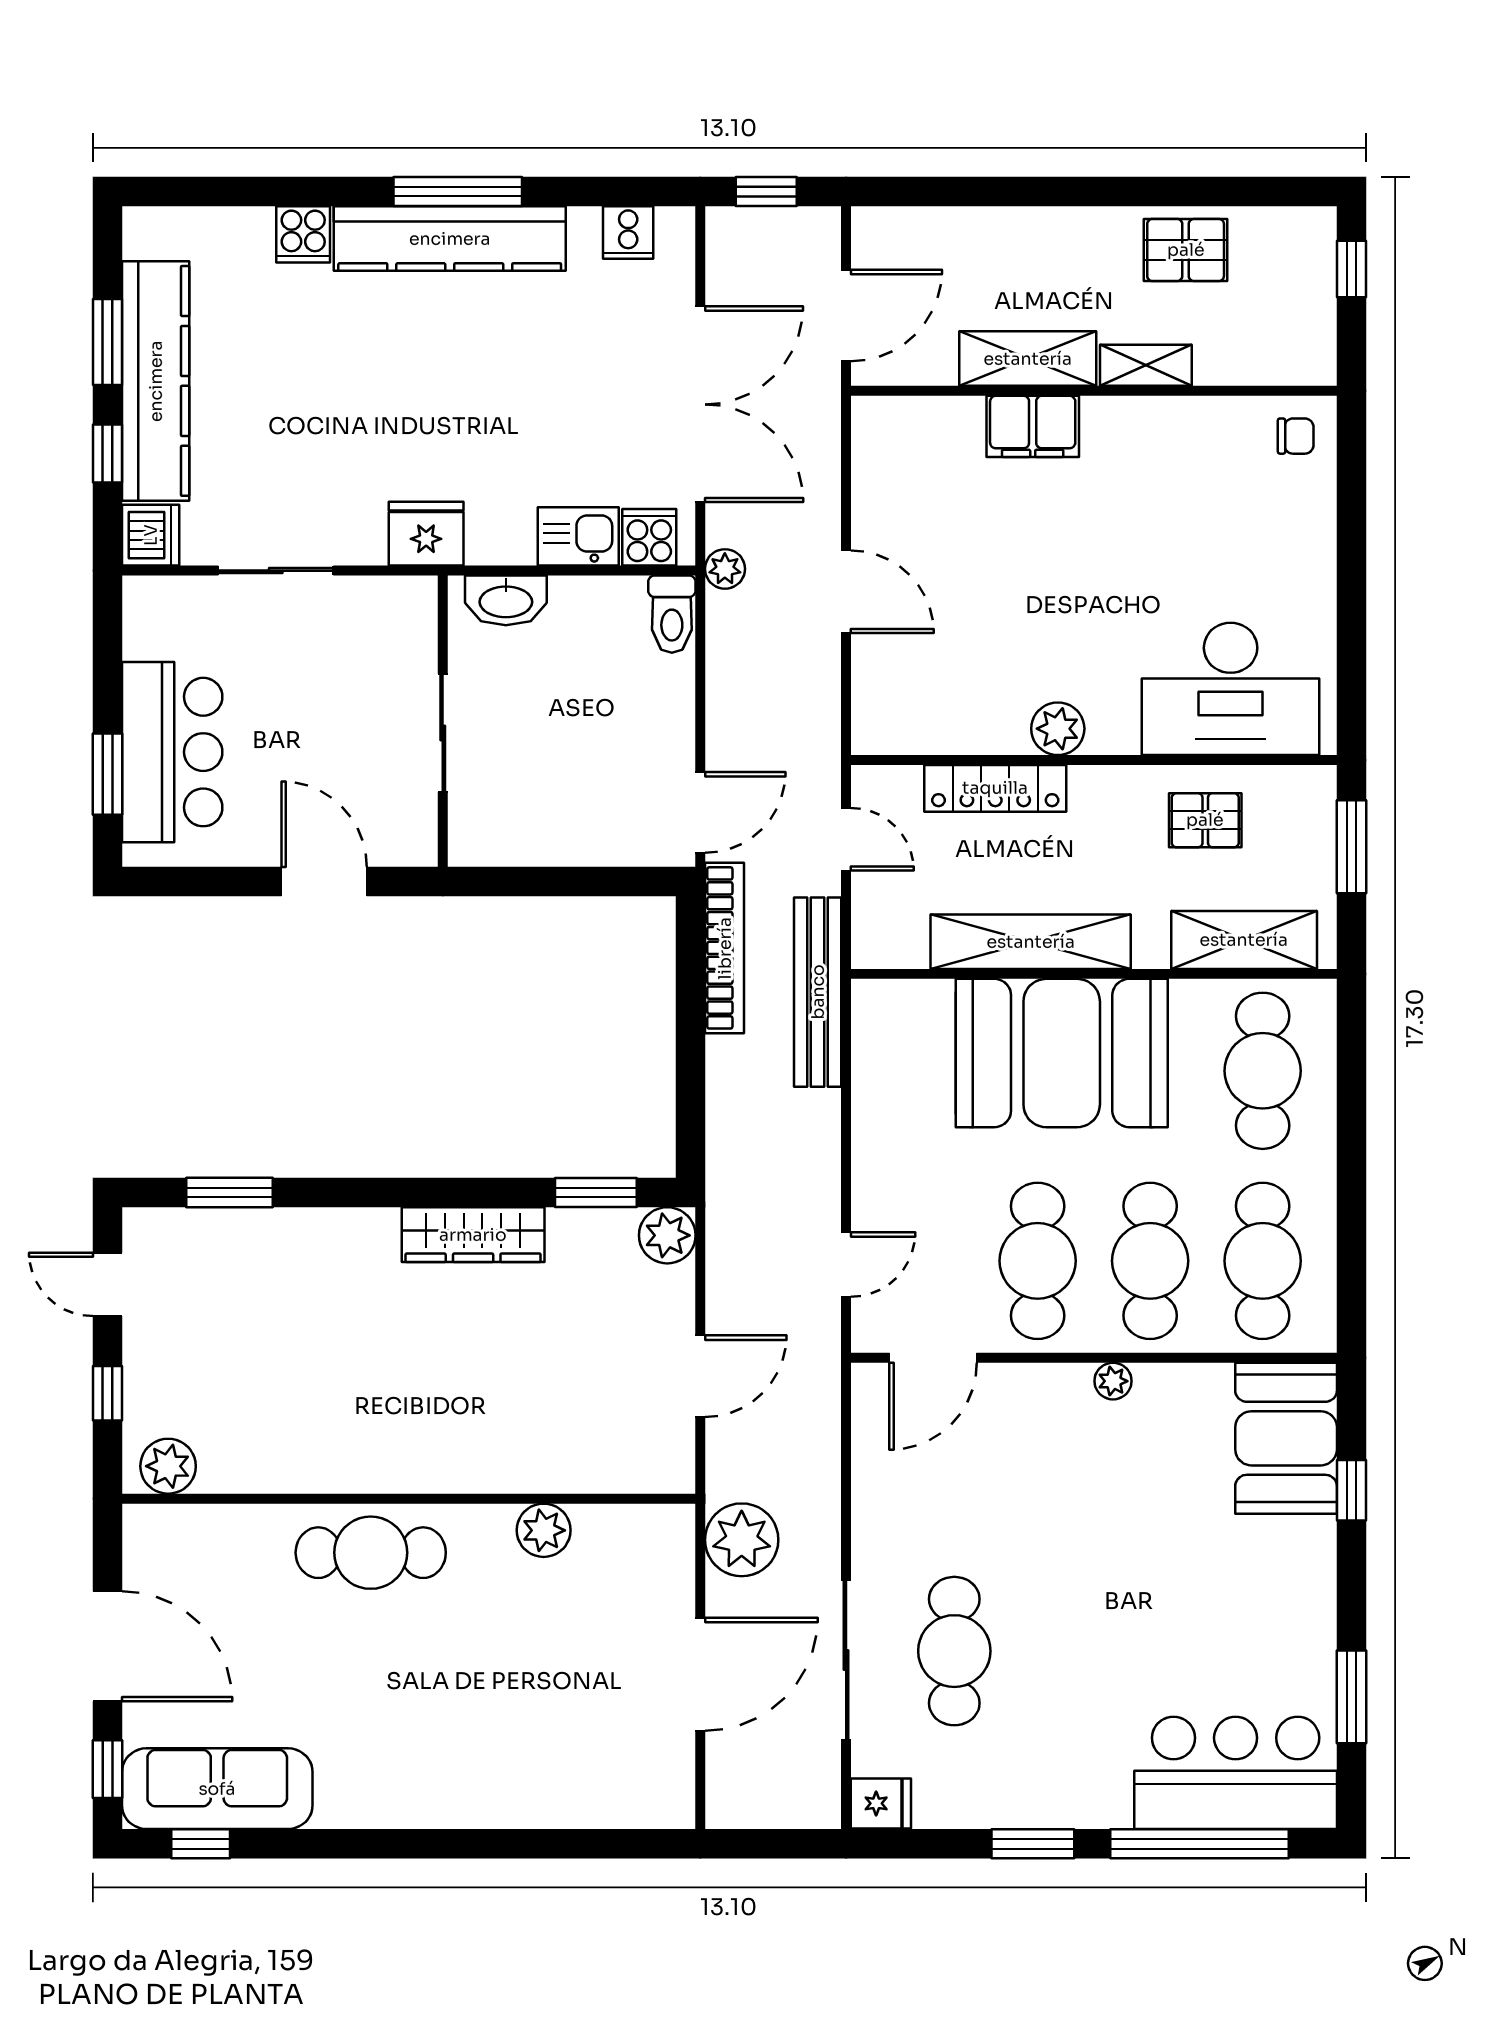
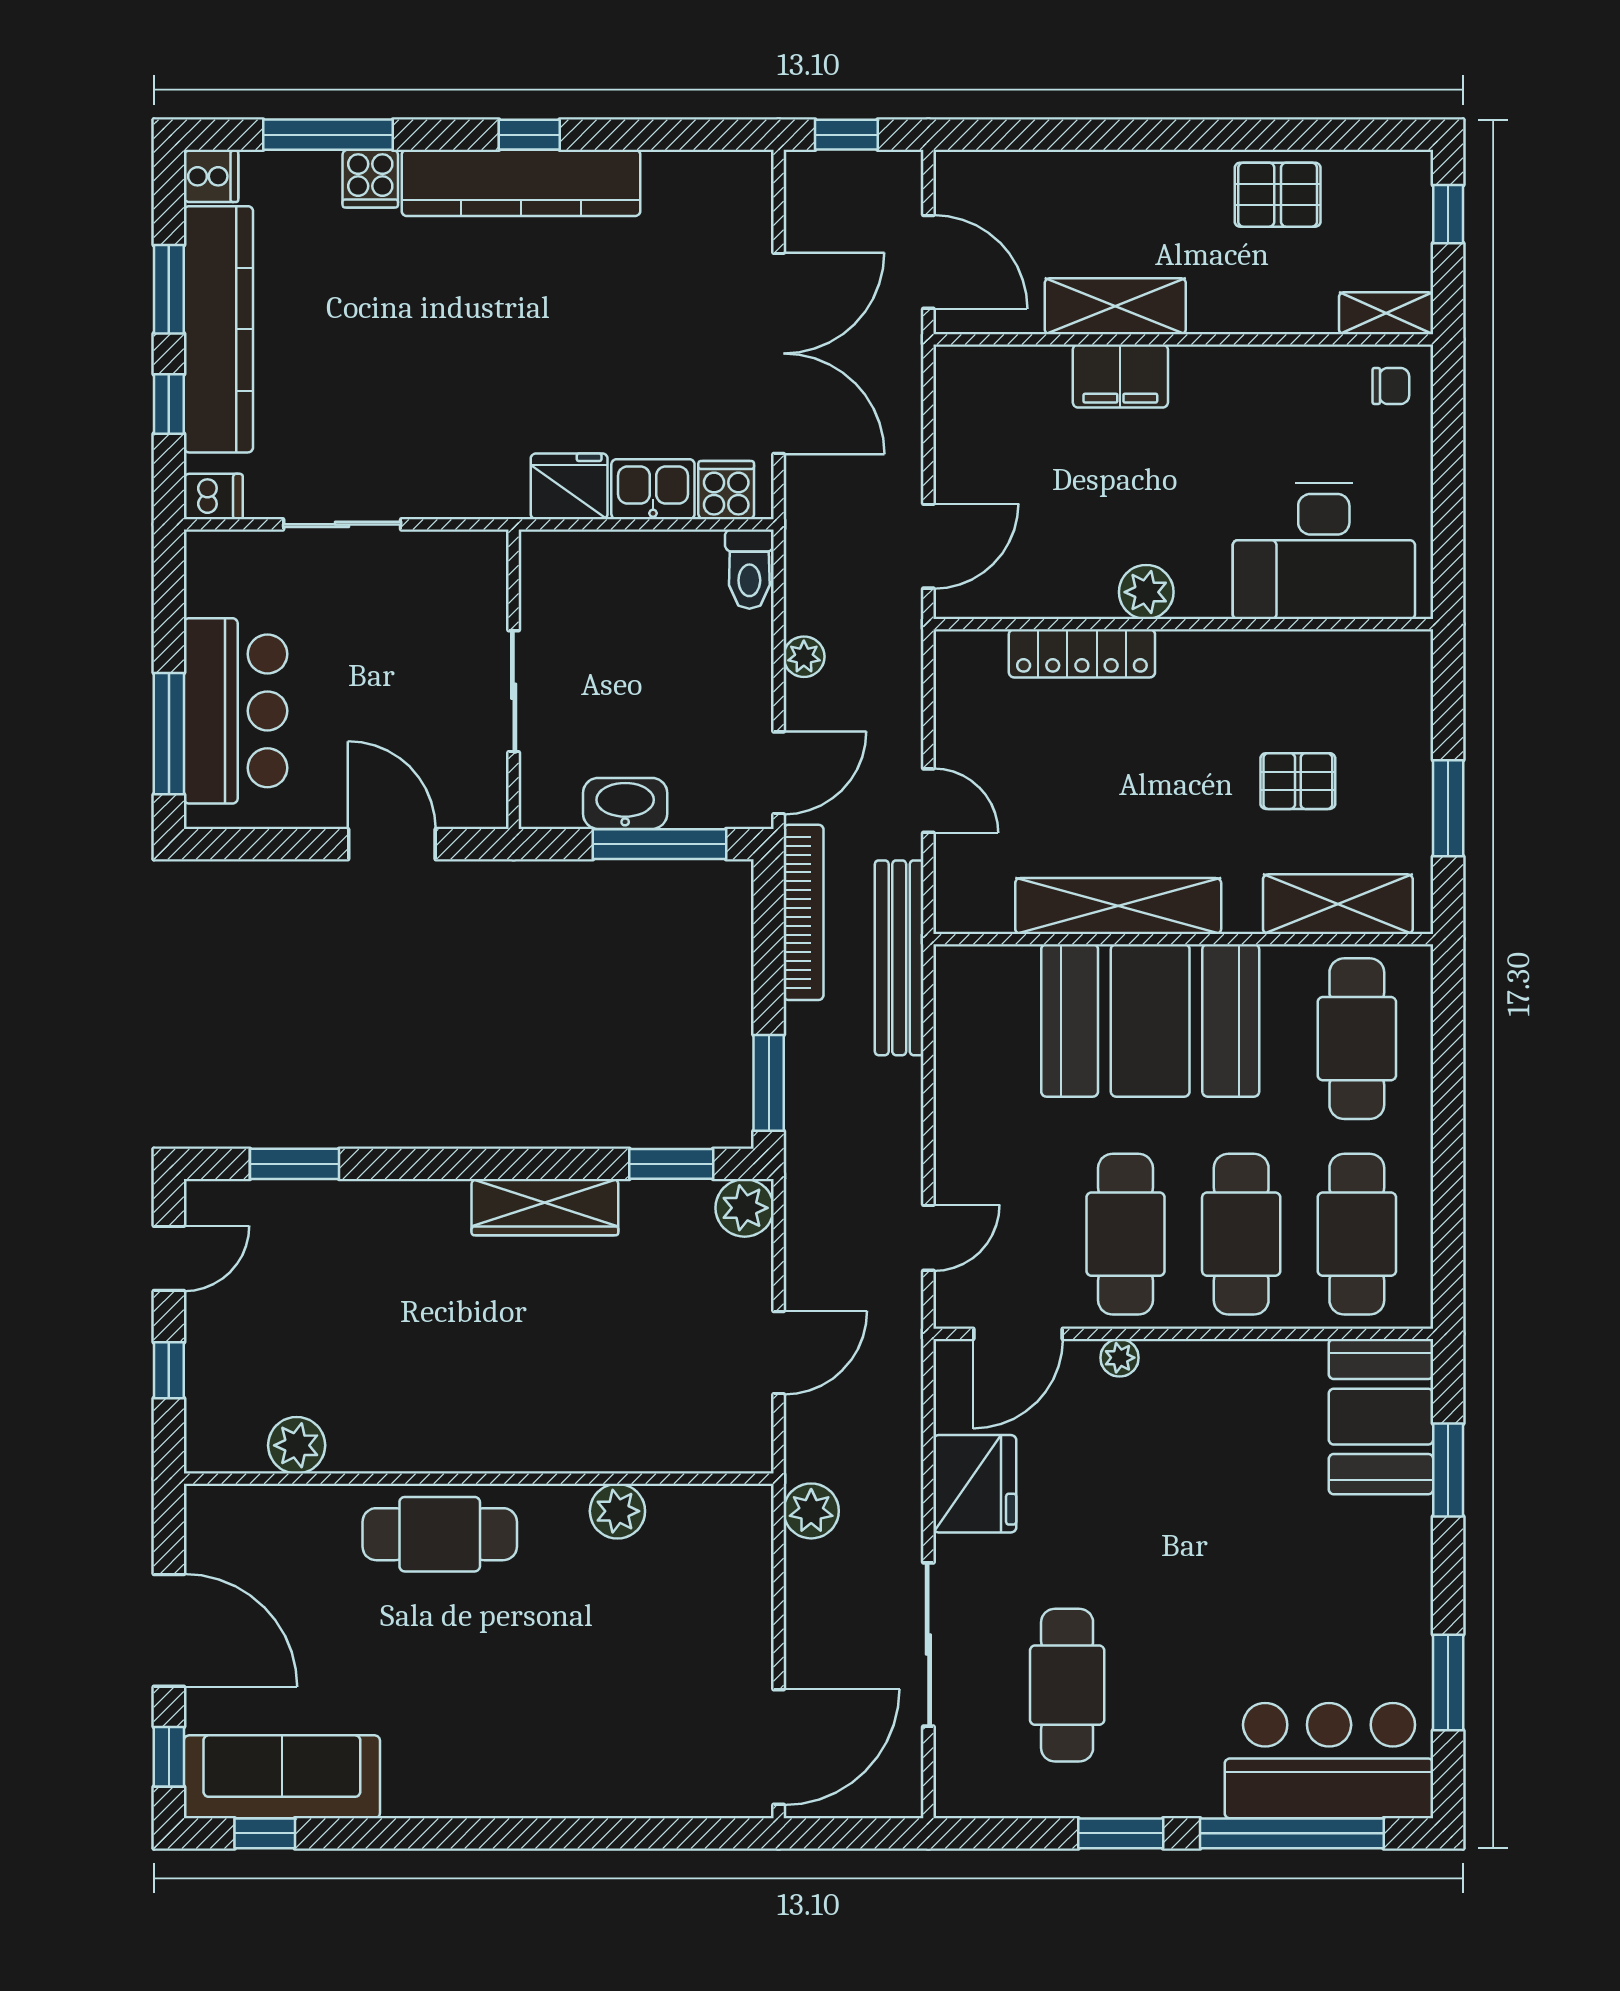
window: (262, 192) -> (328, 135), added
window: (458, 192) -> (529, 135), width x0.46
cooker: (628, 232) -> (211, 176), moved, turned -90
door: (846, 315) -> (928, 262), hinge flipped
shelving: (1146, 365) -> (1386, 313), moved
fridge: (426, 534) -> (569, 486), moved
dishwasher: (151, 535) -> (213, 497), width x0.73
plant: (725, 569) -> (804, 657), moved
door: (846, 592) -> (928, 546), hinge flipped
washbasin: (506, 600) -> (625, 803), moved, turned 180
desk: (1231, 689) -> (1324, 551), moved
plant: (1058, 729) -> (1146, 592), moved
wall: (1094, 760) -> (1183, 624), moved
window: (107, 774) -> (169, 734), width x1.44
locker: (995, 788) -> (1082, 653), moved
window: (584, 882) -> (659, 844), added
window: (691, 1114) -> (769, 1083), added
door: (107, 1284) -> (169, 1258), swing flipped
plant: (1113, 1381) -> (1119, 1358), moved
plant: (168, 1466) -> (297, 1445), moved
window: (1351, 1490) -> (1448, 1470), width x1.50
plant: (742, 1540) -> (811, 1511), width x0.73, depth x0.73
cafe table: (954, 1651) -> (1067, 1685), moved
door: (700, 1674) -> (779, 1747), moved
fridge: (881, 1803) -> (975, 1484), moved, width x1.88, depth x1.34

